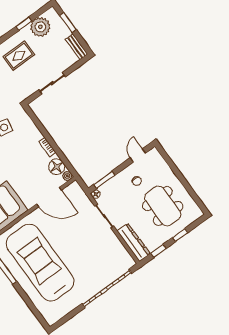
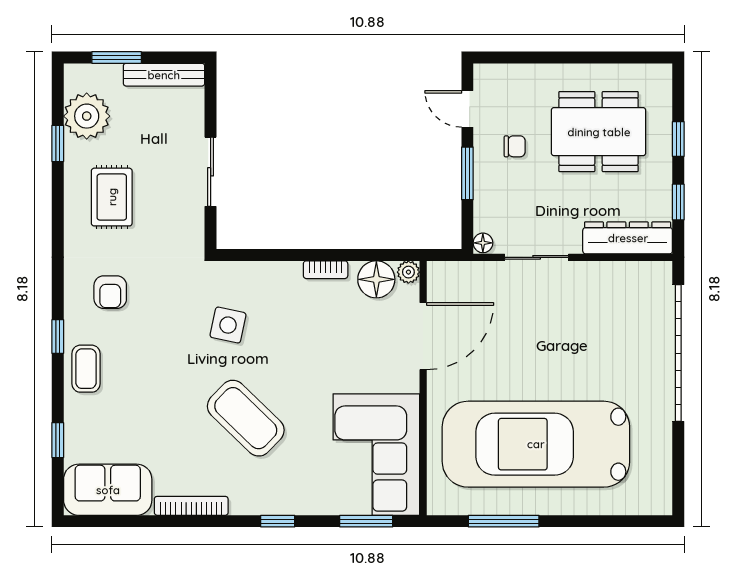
bench: (77, 47) -> (164, 75), width x1.36
window: (104, 180) -> (467, 173), moved

